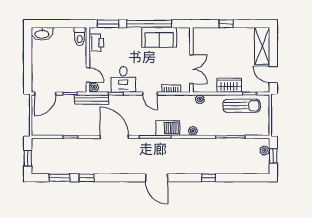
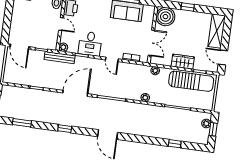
boiler: (203, 38) -> (165, 17), added
door: (88, 75) -> (61, 24), moved
door: (45, 94) -> (20, 47), hinge flipped
sun lounger: (242, 106) -> (191, 81), width x1.36, depth x1.34
barbecue: (168, 128) -> (123, 92), removed
door: (114, 137) -> (75, 93), hinge flipped
window: (87, 178) -> (65, 129), moved
window: (208, 178) -> (175, 144), moved

